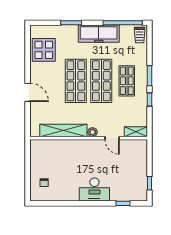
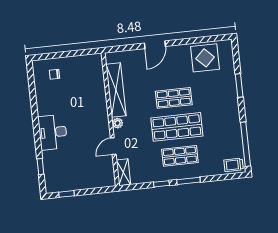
freezer: (99, 34) -> (230, 118), removed
shop shelf: (76, 81) -> (174, 98), width x0.70, depth x0.74

